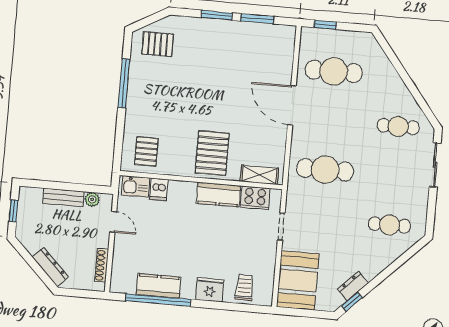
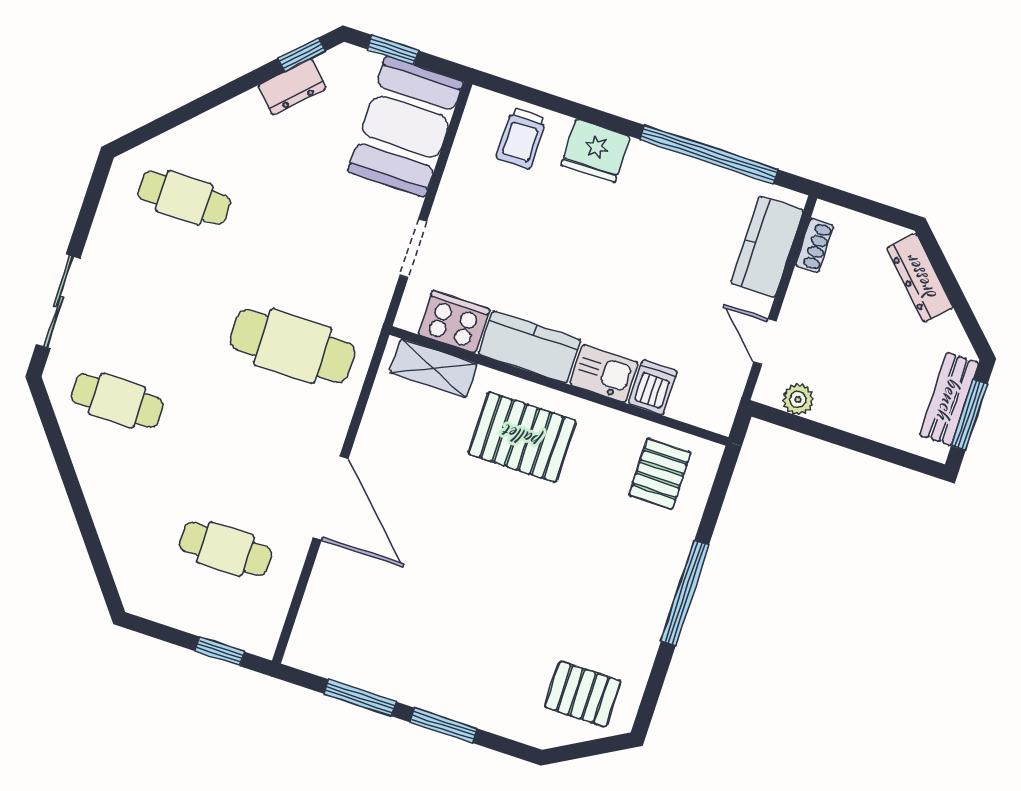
cafe table: (334, 71) -> (225, 549), width x0.73, depth x0.74
window: (124, 83) -> (685, 593), moved
pallet: (212, 153) -> (522, 437), turned 90
kitchen sink: (135, 186) -> (604, 373), moved
bench: (63, 197) -> (949, 399), moved, turned 90
window: (13, 211) -> (969, 415), width x1.50
shoe rack: (102, 265) -> (814, 246), width x0.70
kitchen counter: (158, 286) -> (767, 247), moved, turned 90
window: (312, 314) -> (393, 50), added

